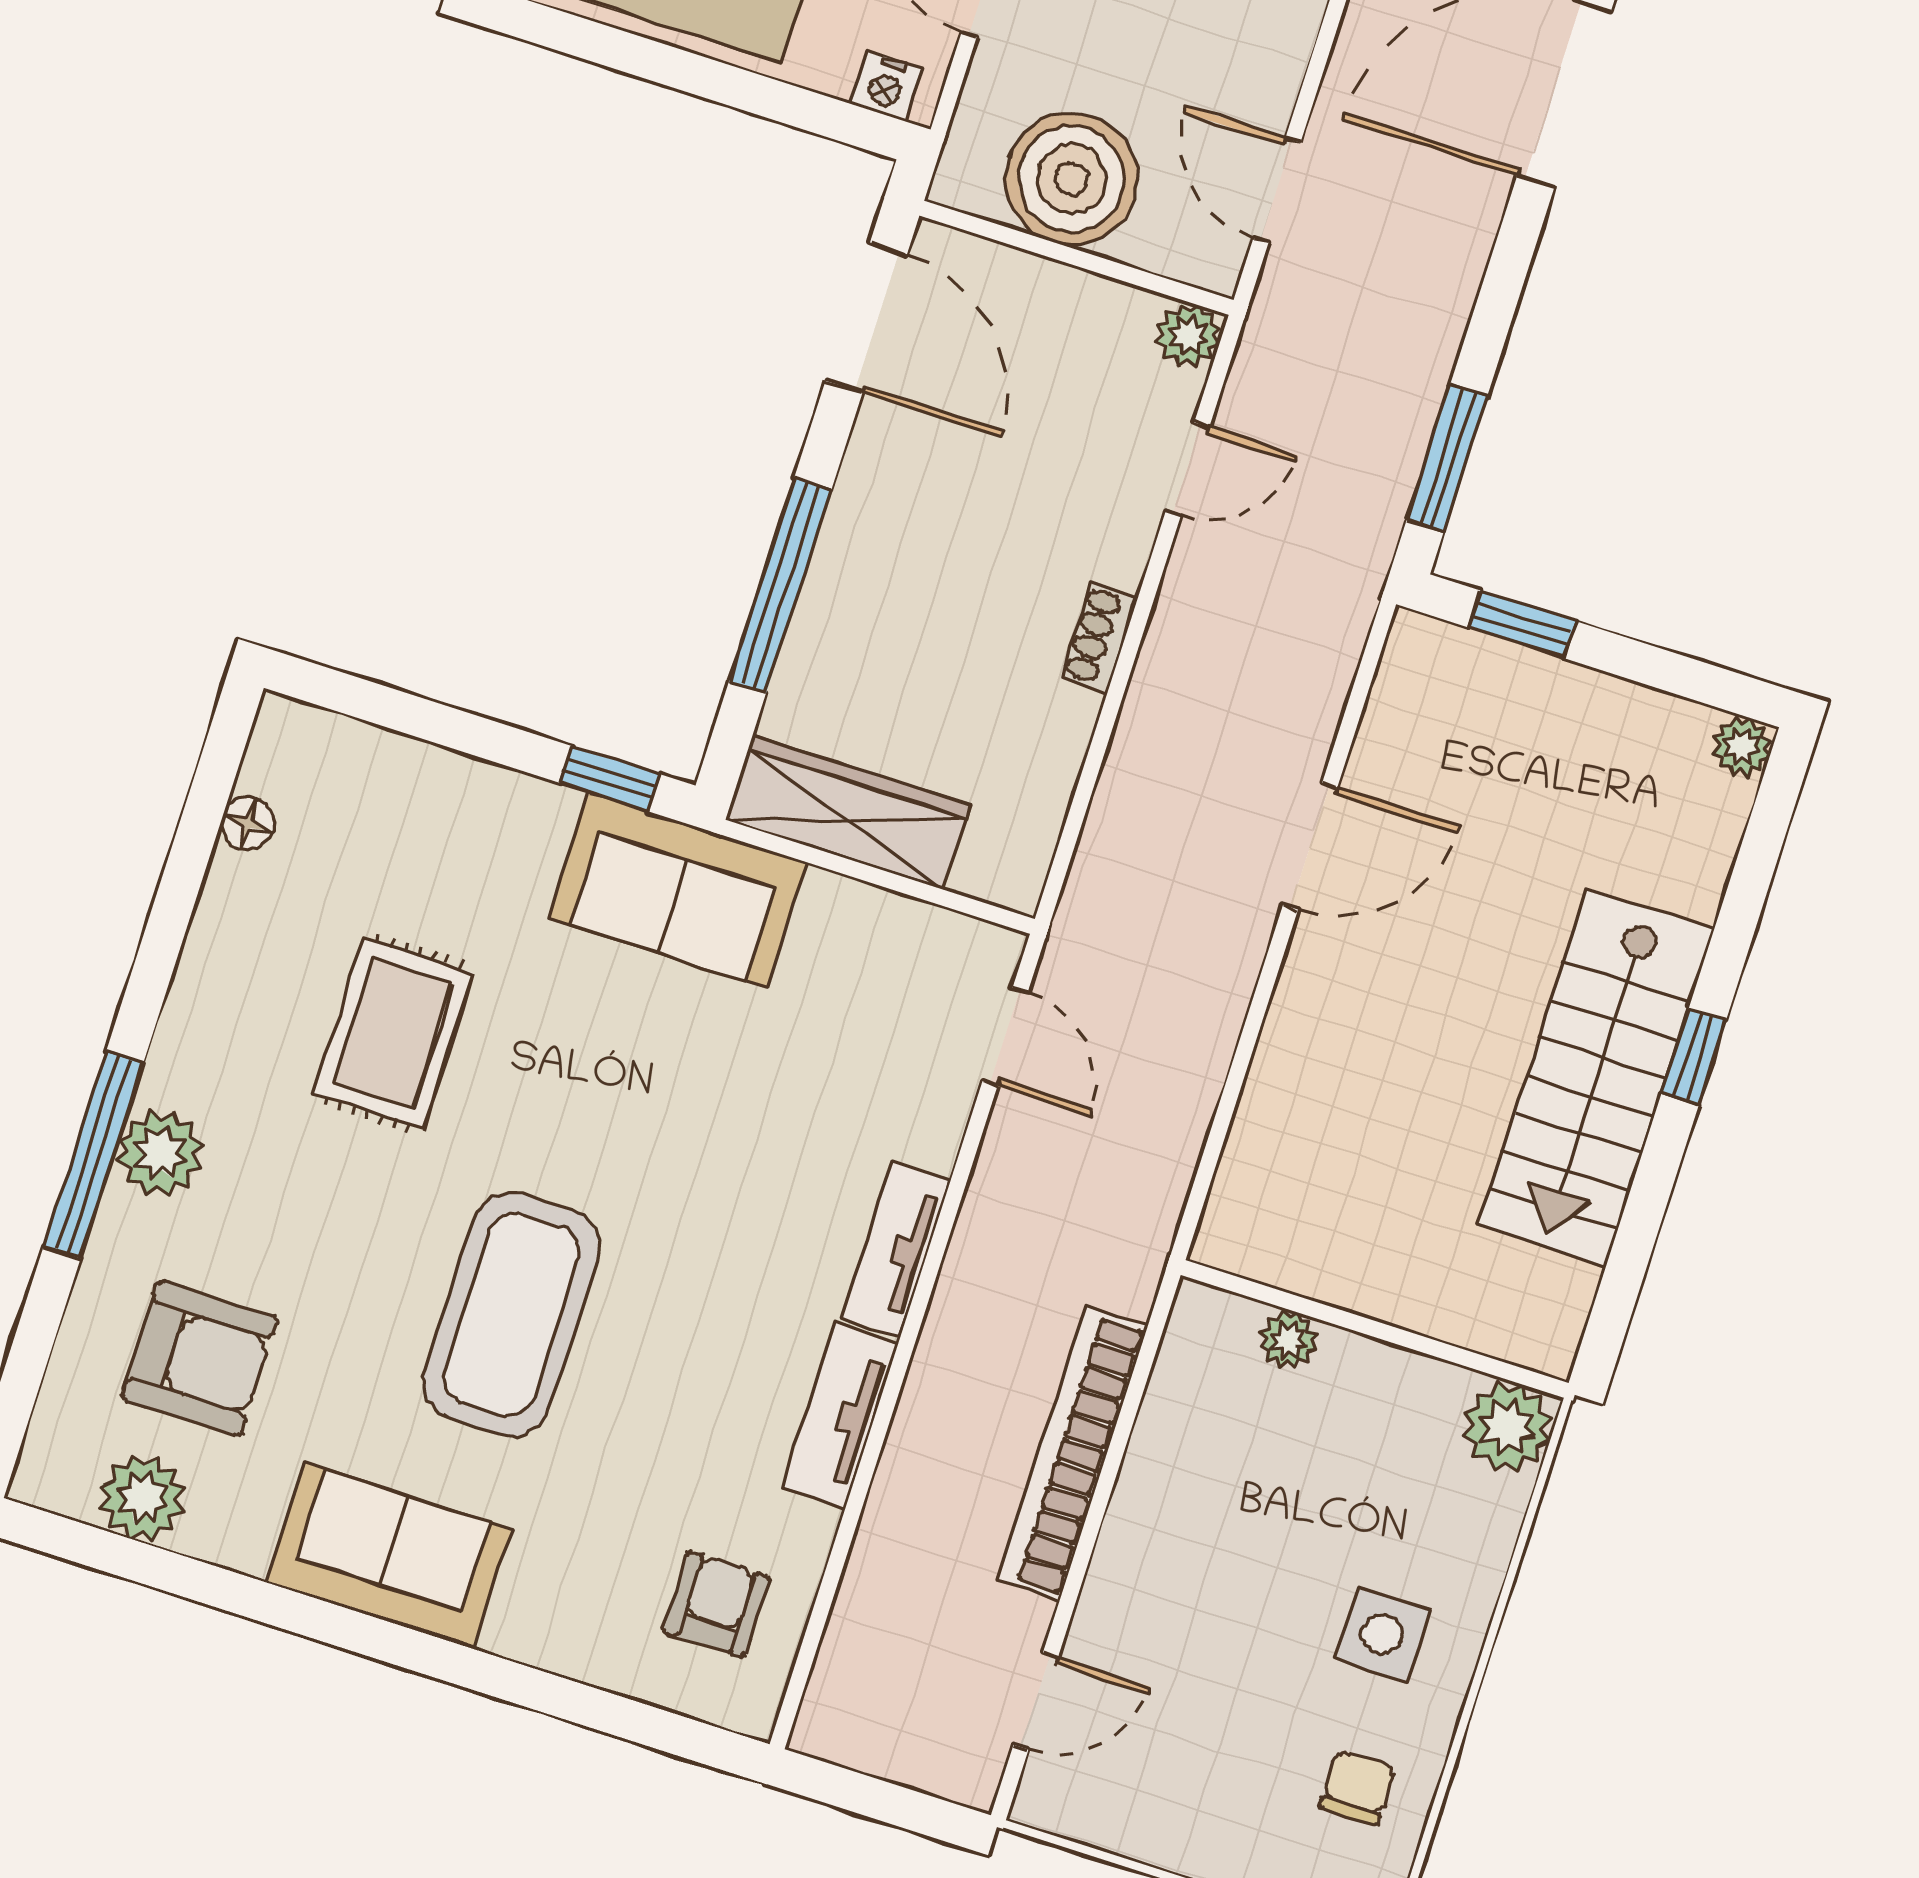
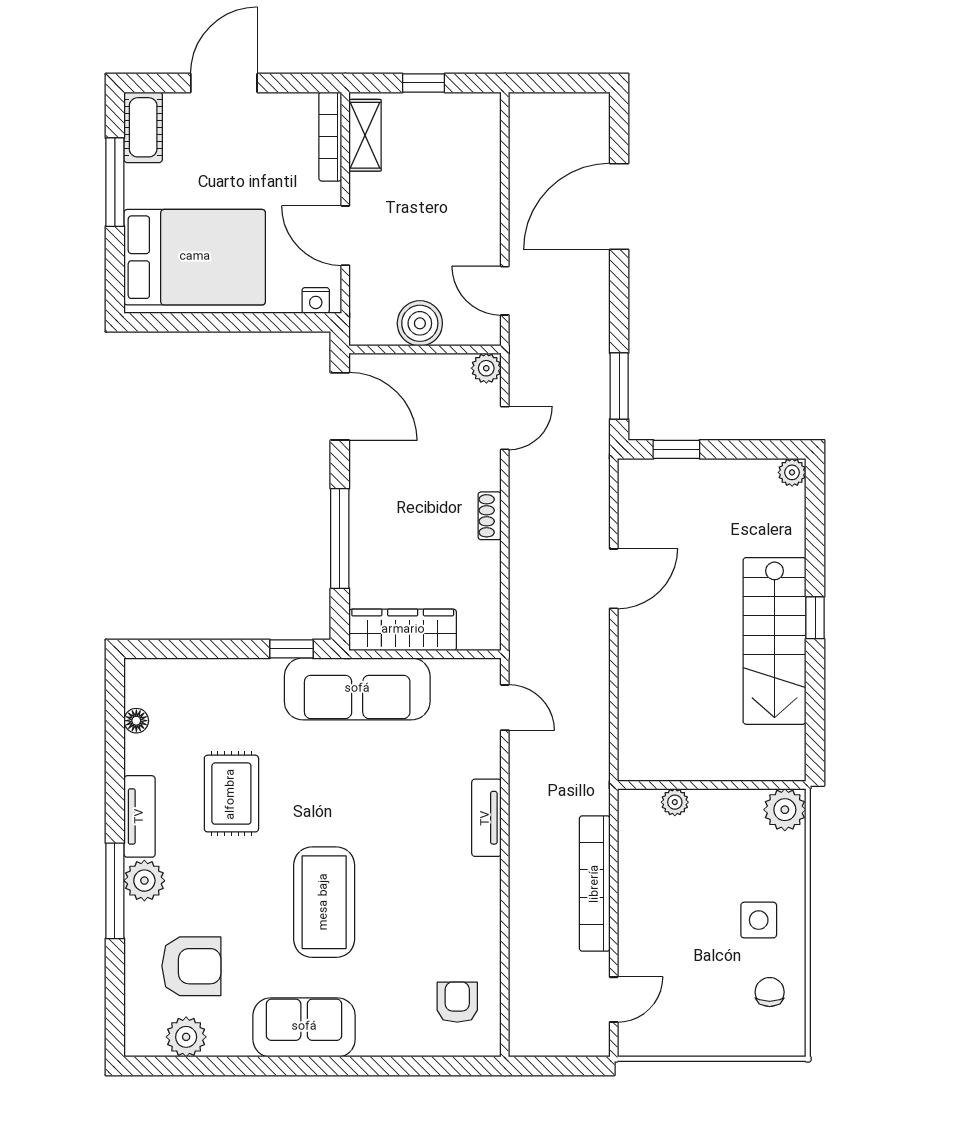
boiler: (1072, 179) -> (420, 323), width x0.73, depth x0.73
sofa: (678, 890) -> (357, 689), width x1.36
tv unit: (841, 1415) -> (140, 816), moved, turned 180

